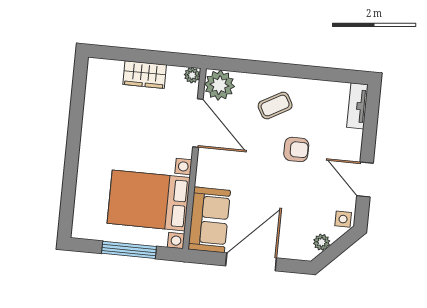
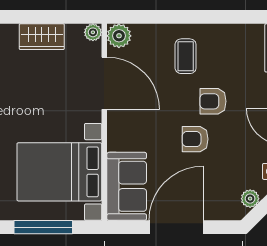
plant: (219, 85) -> (119, 36), width x0.73, depth x0.73
coffee table: (275, 106) -> (186, 56), turned -61
armchair: (296, 149) -> (213, 101), turned 180
armchair: (276, 183) -> (195, 139), added

